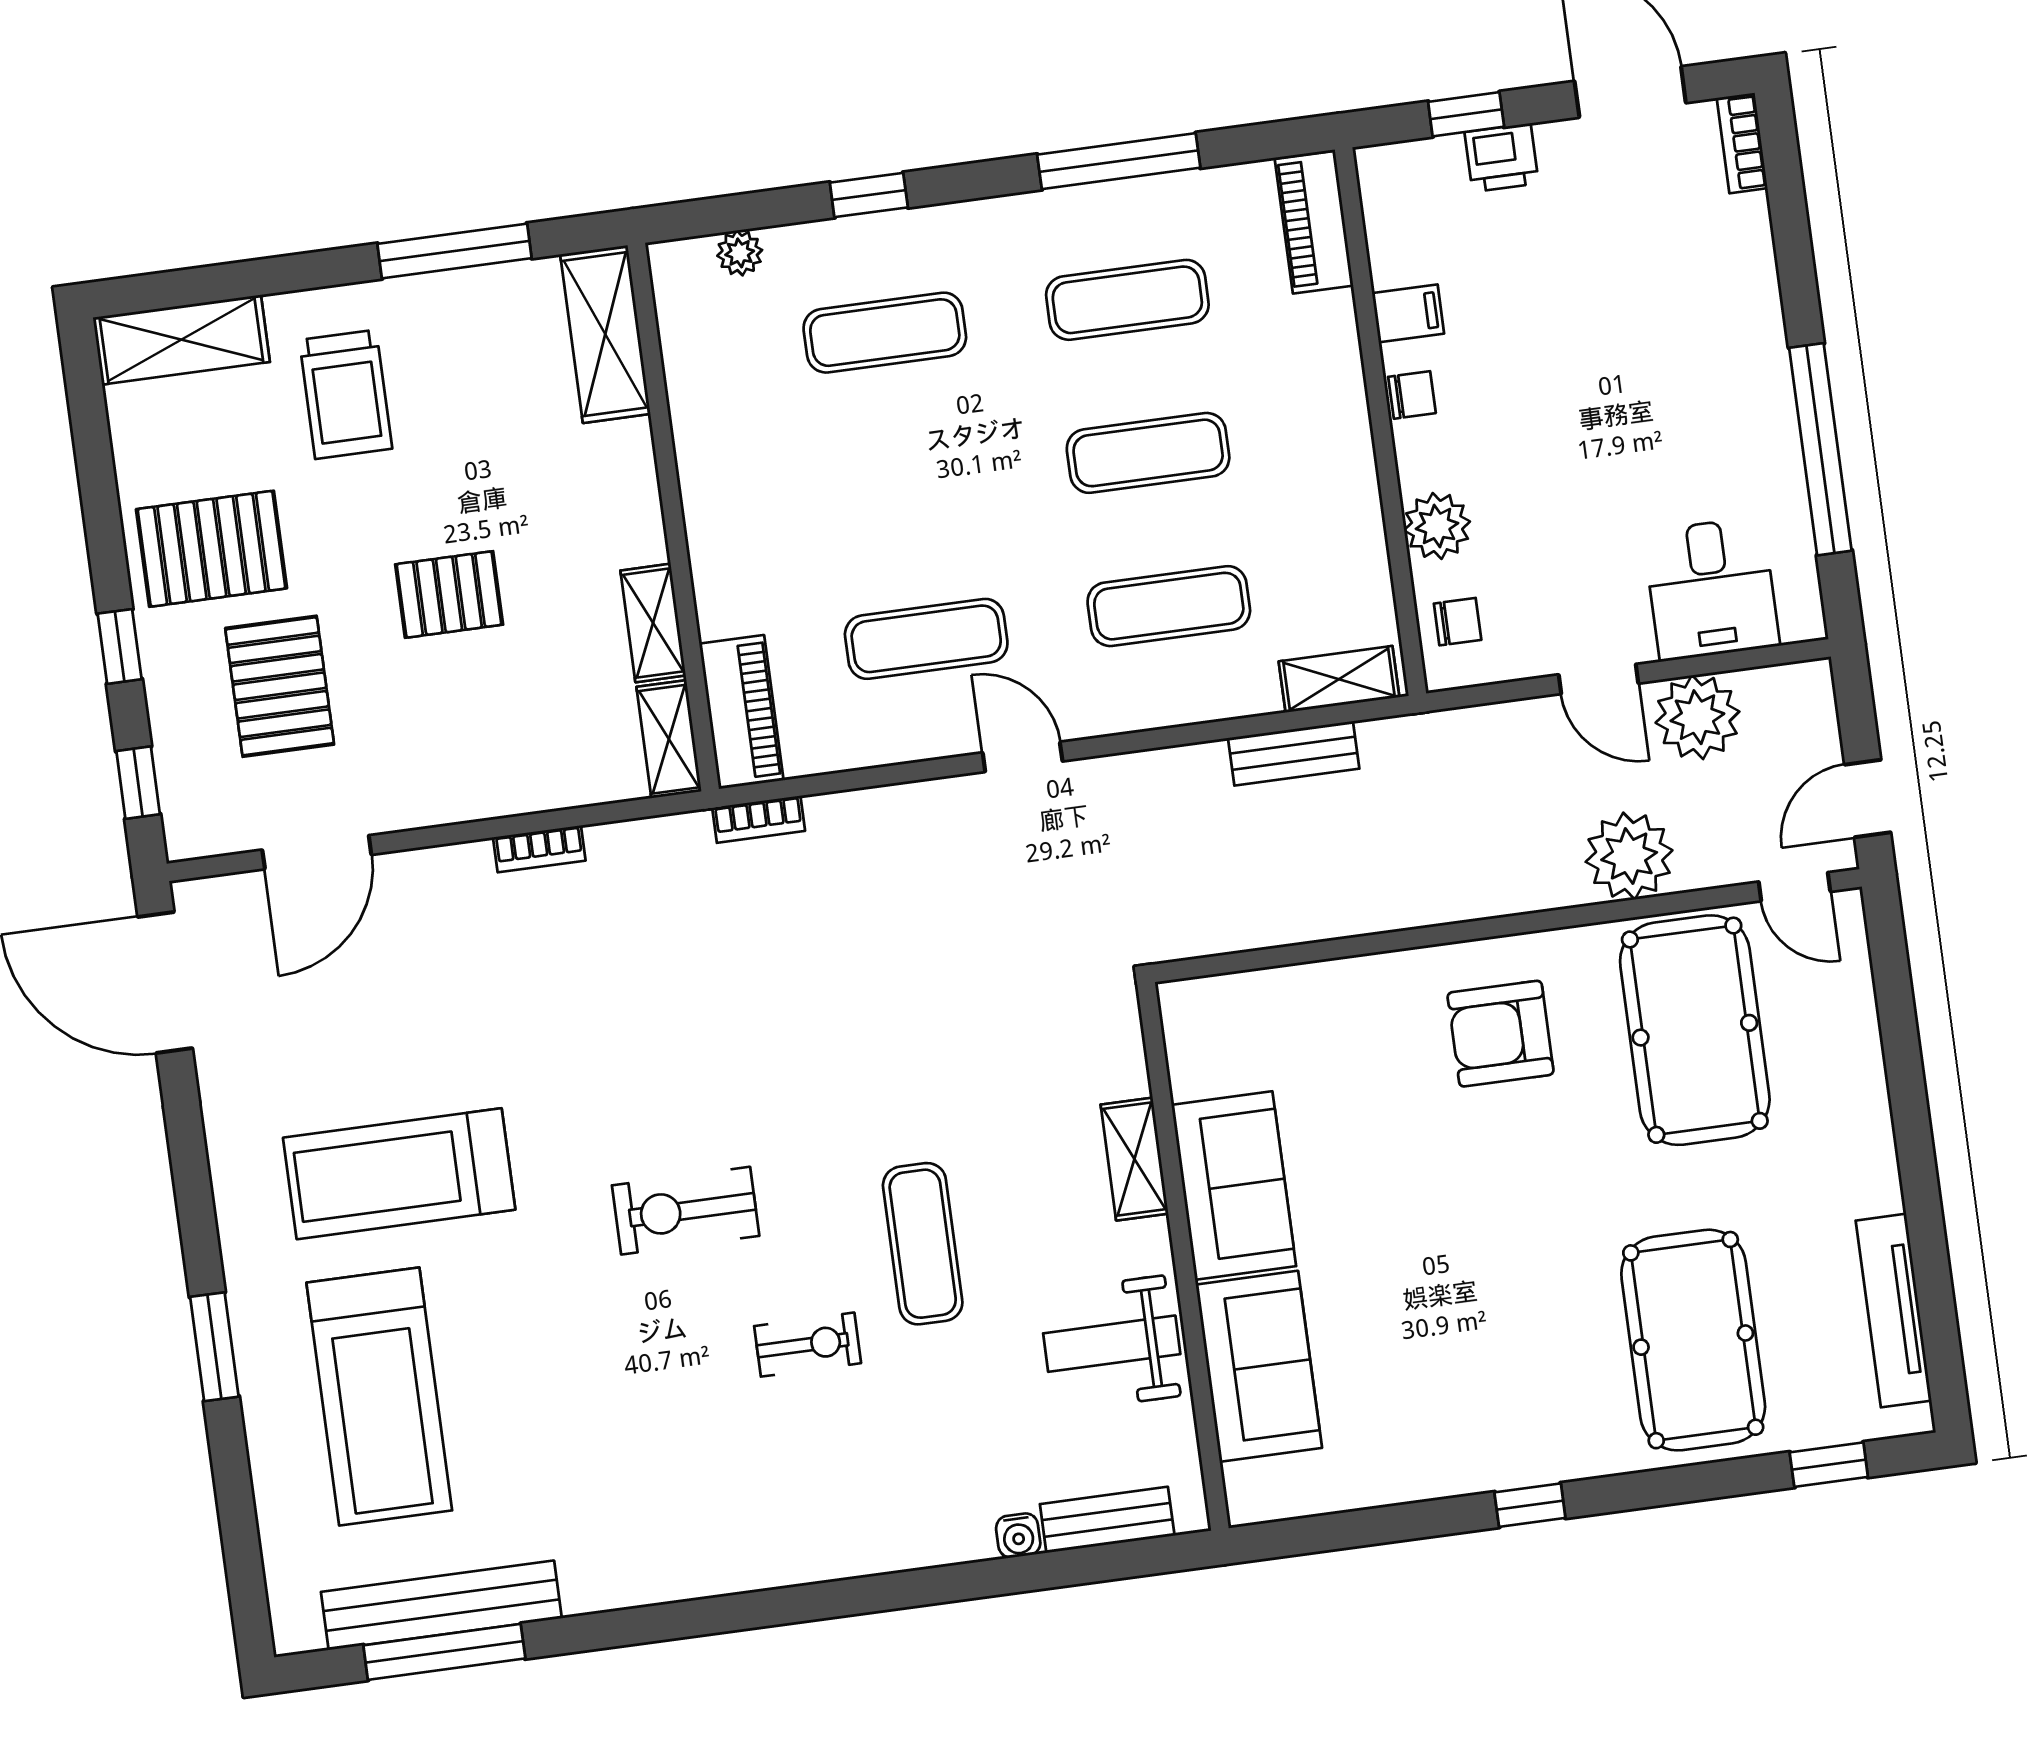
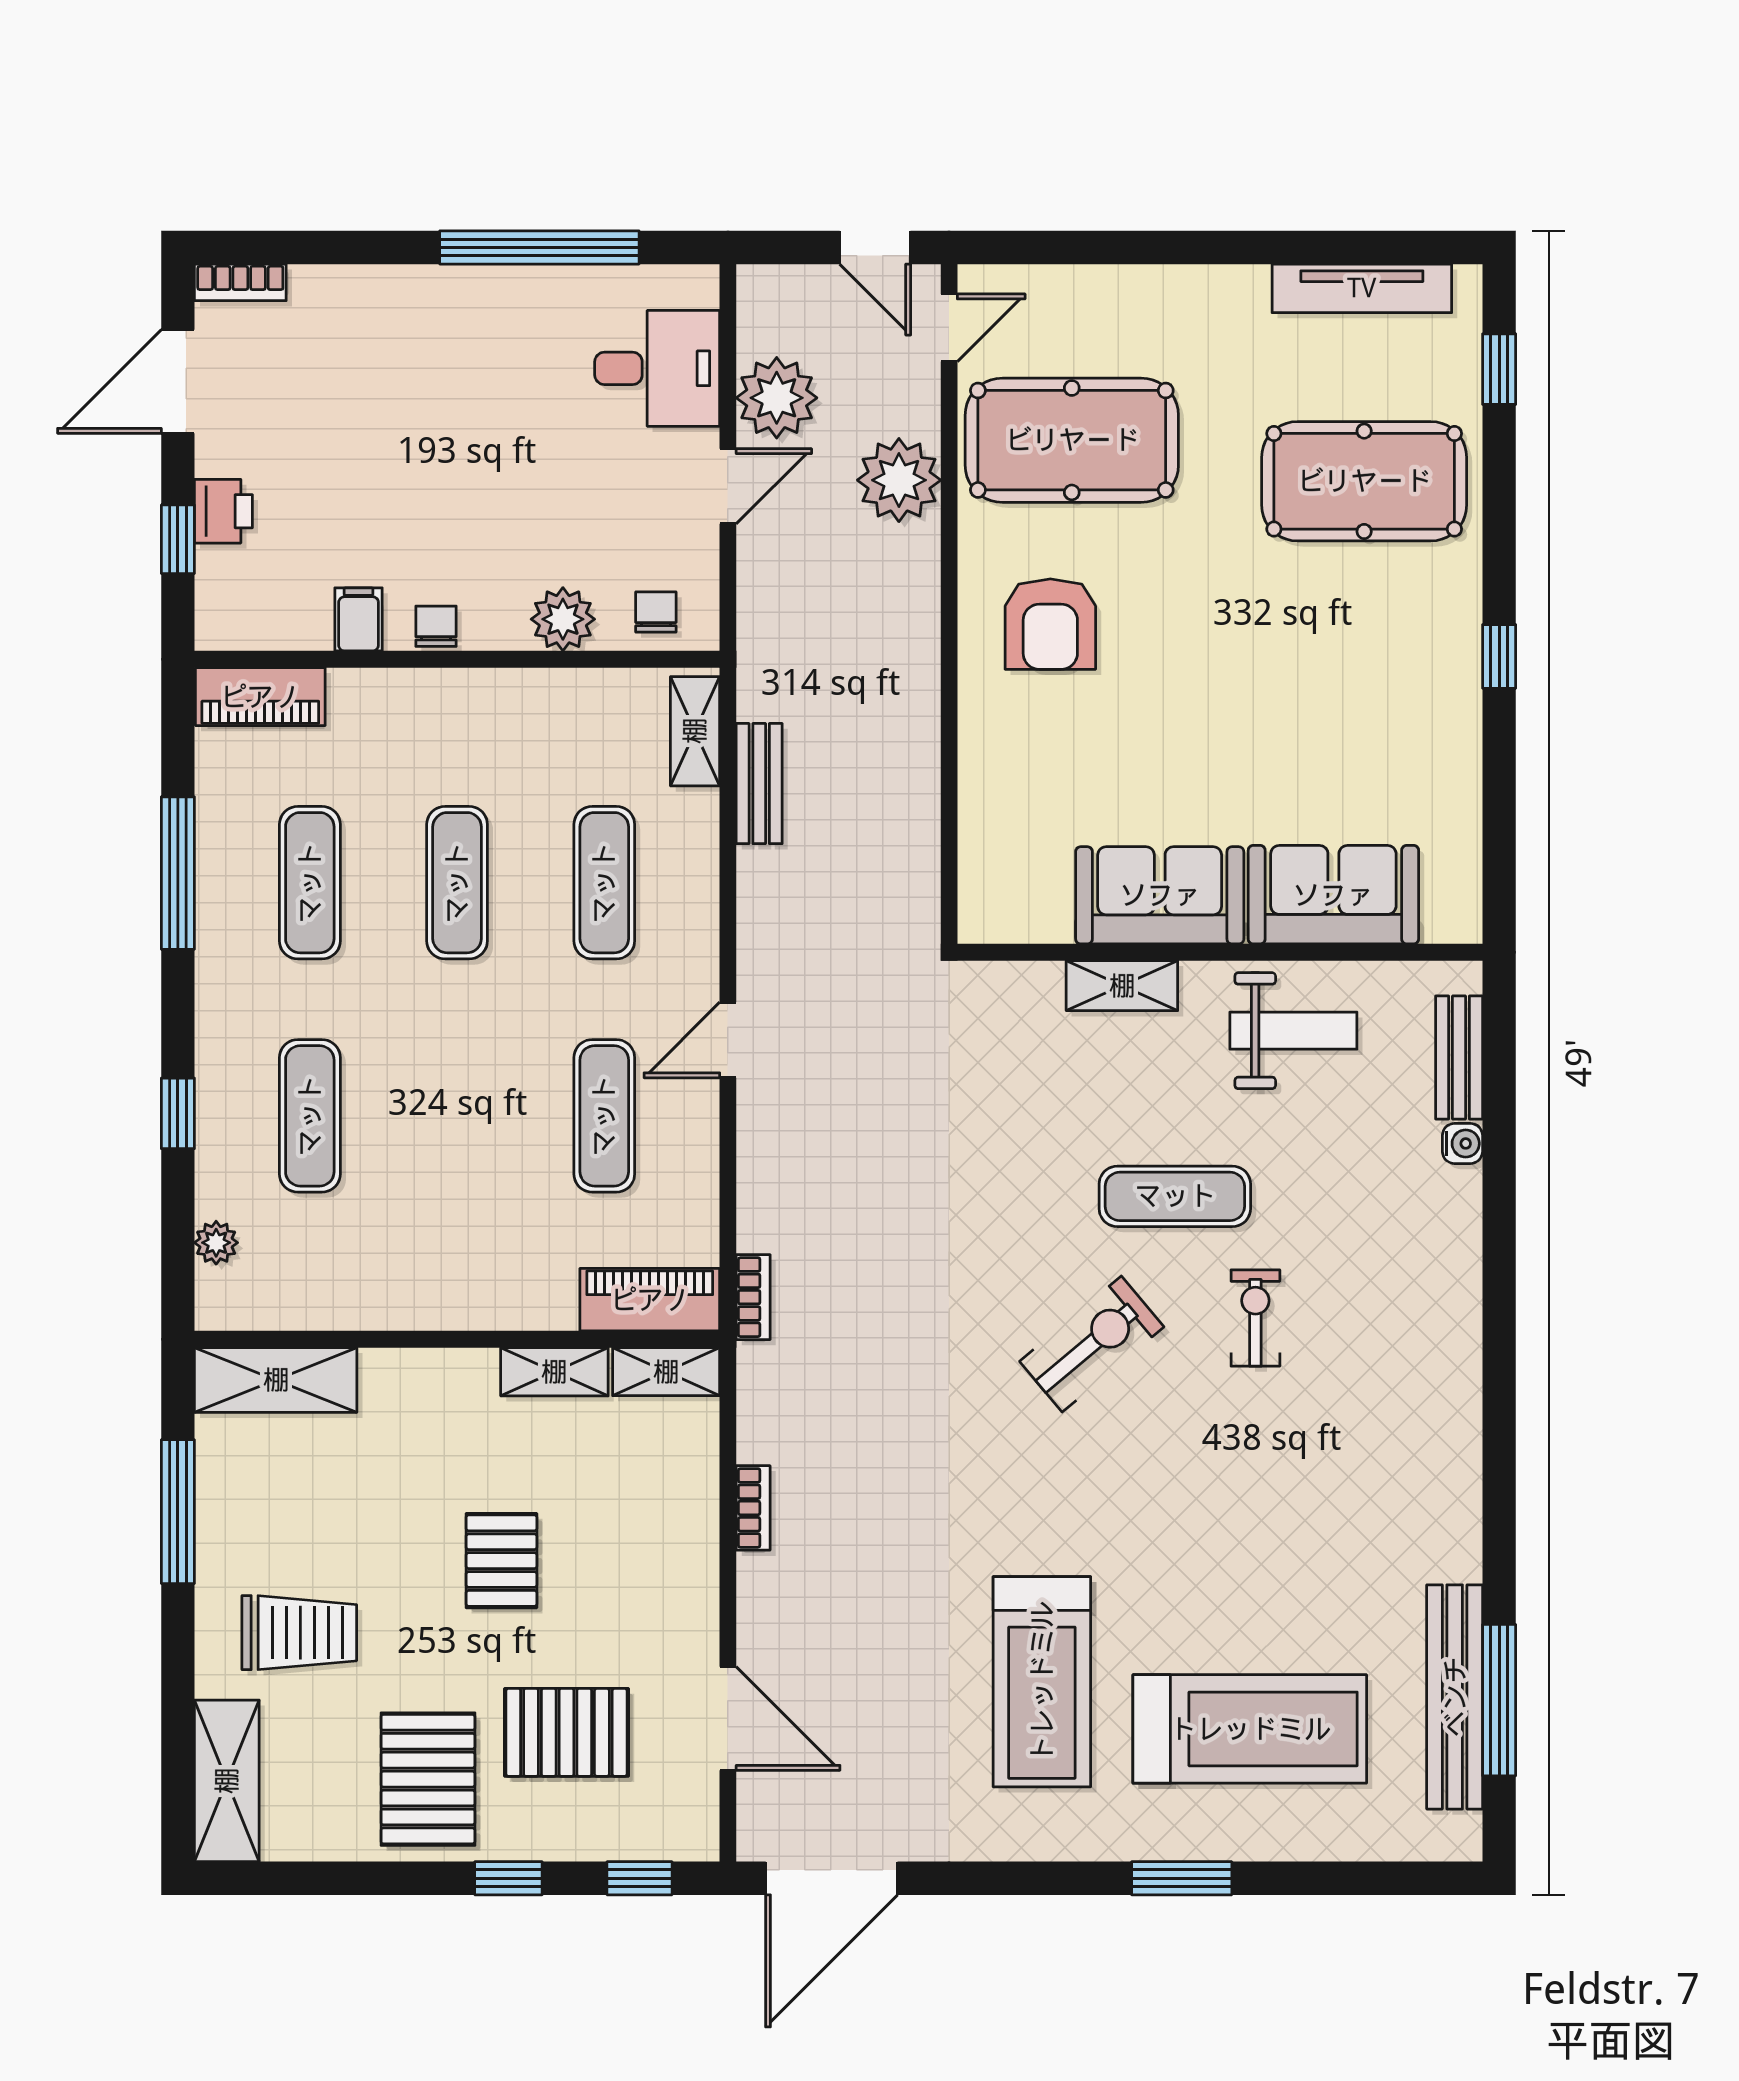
exercise bike: (686, 1211) -> (1092, 1344), moved, turned -130
weight bench: (1112, 1344) -> (1293, 1031), turned -90

